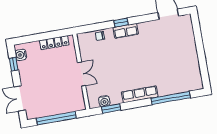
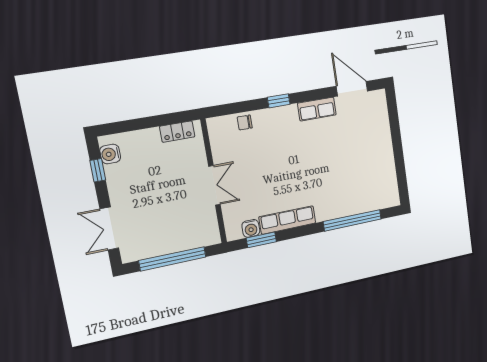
row of seats: (126, 31) -> (317, 109), moved
locker: (54, 43) -> (177, 132), width x0.66
row of seats: (140, 94) -> (287, 220), moved

